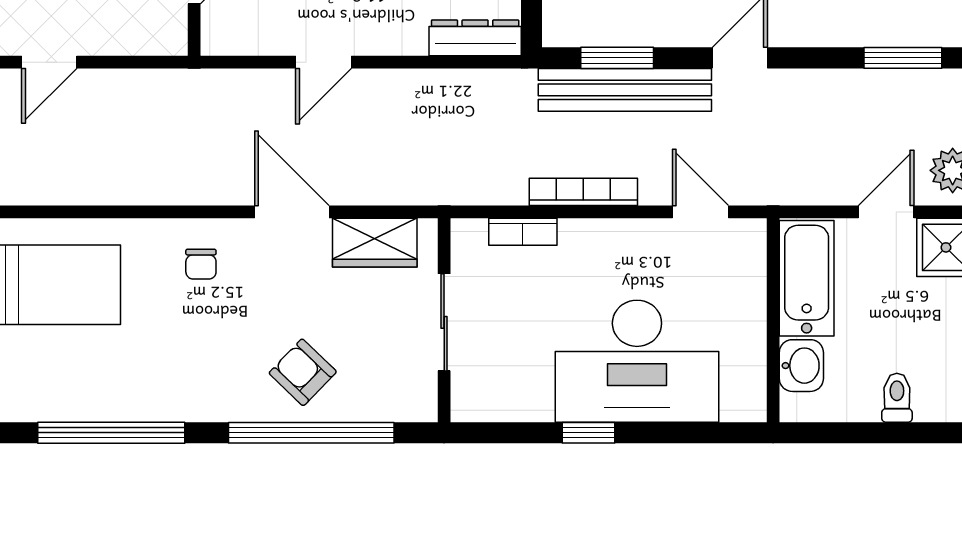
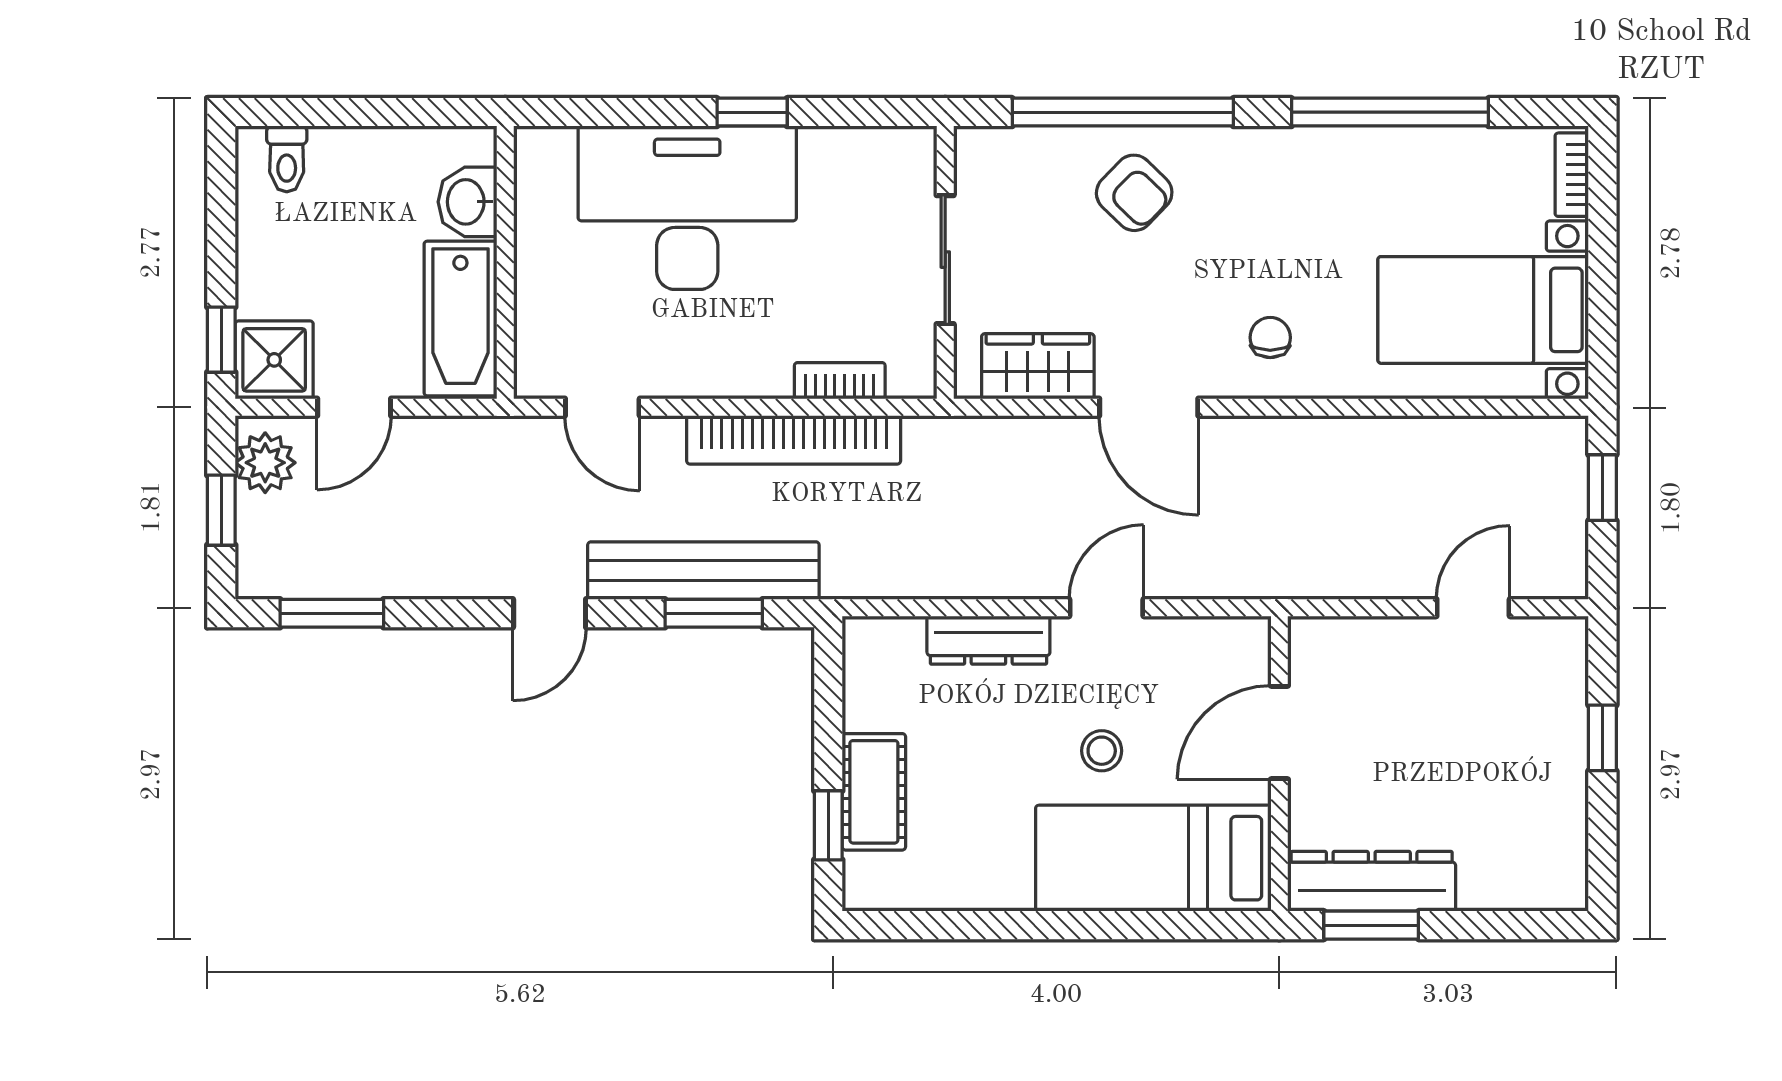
dresser: (475, 38) -> (988, 640), moved
bookcase: (583, 192) -> (794, 440), width x1.48, depth x1.31
toilet: (897, 398) -> (287, 159), moved

